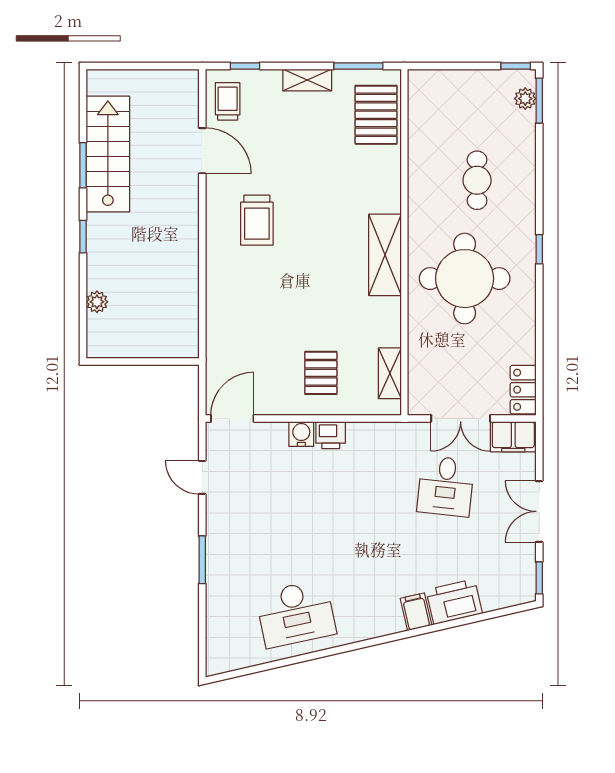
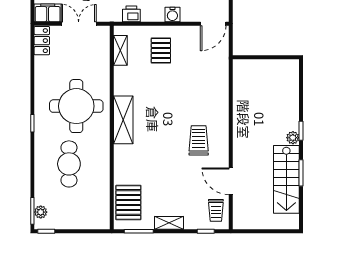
cafe table: (477, 180) -> (69, 164), width x1.37, depth x1.35
plant: (97, 302) -> (293, 138), moved
printer: (331, 435) -> (131, 14), moved

